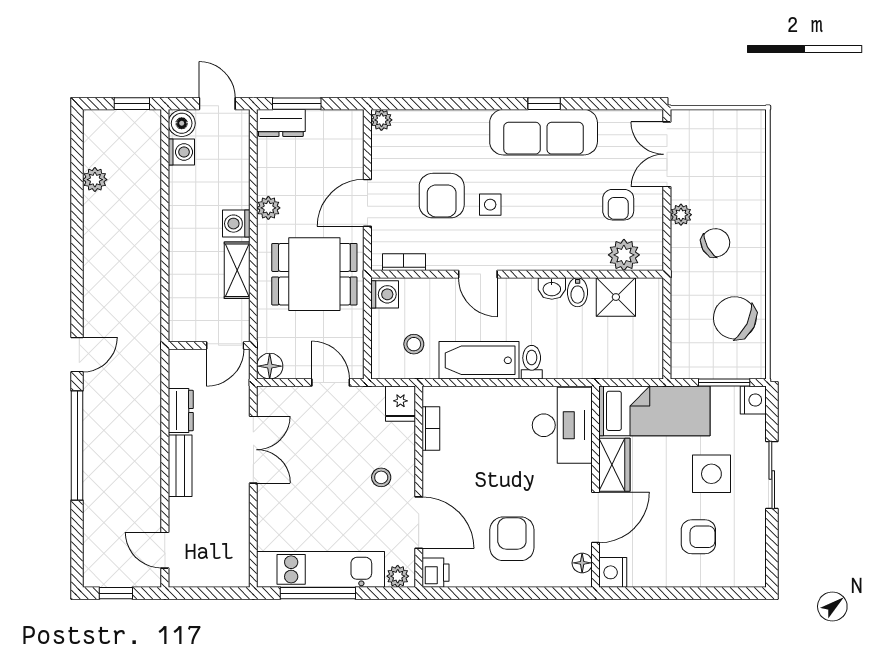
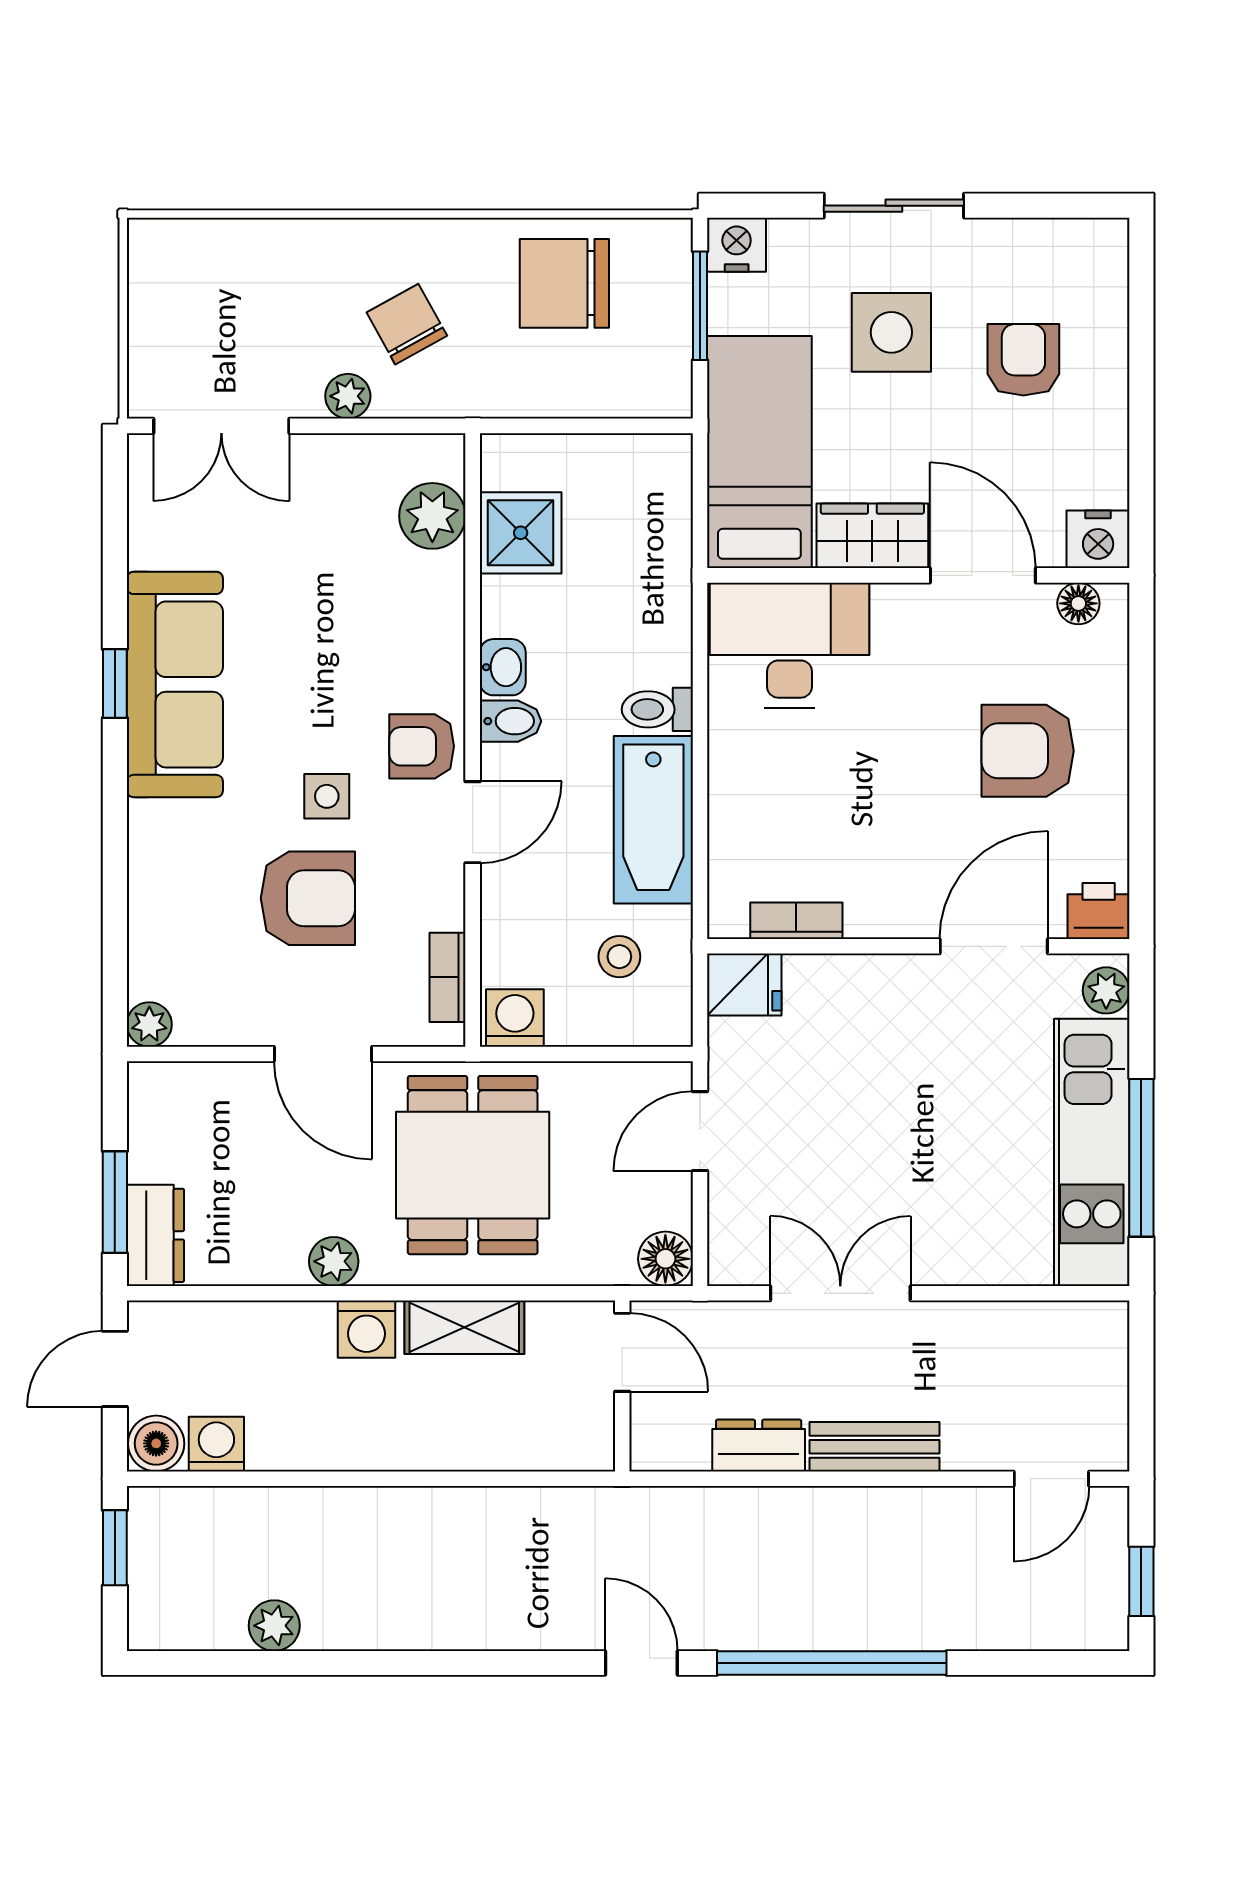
armchair: (618, 205) -> (422, 746), moved, turned 180
bidet: (578, 292) -> (510, 721), moved
chair: (735, 318) -> (564, 283), turned 64
stool: (381, 477) -> (899, 1025), removed

